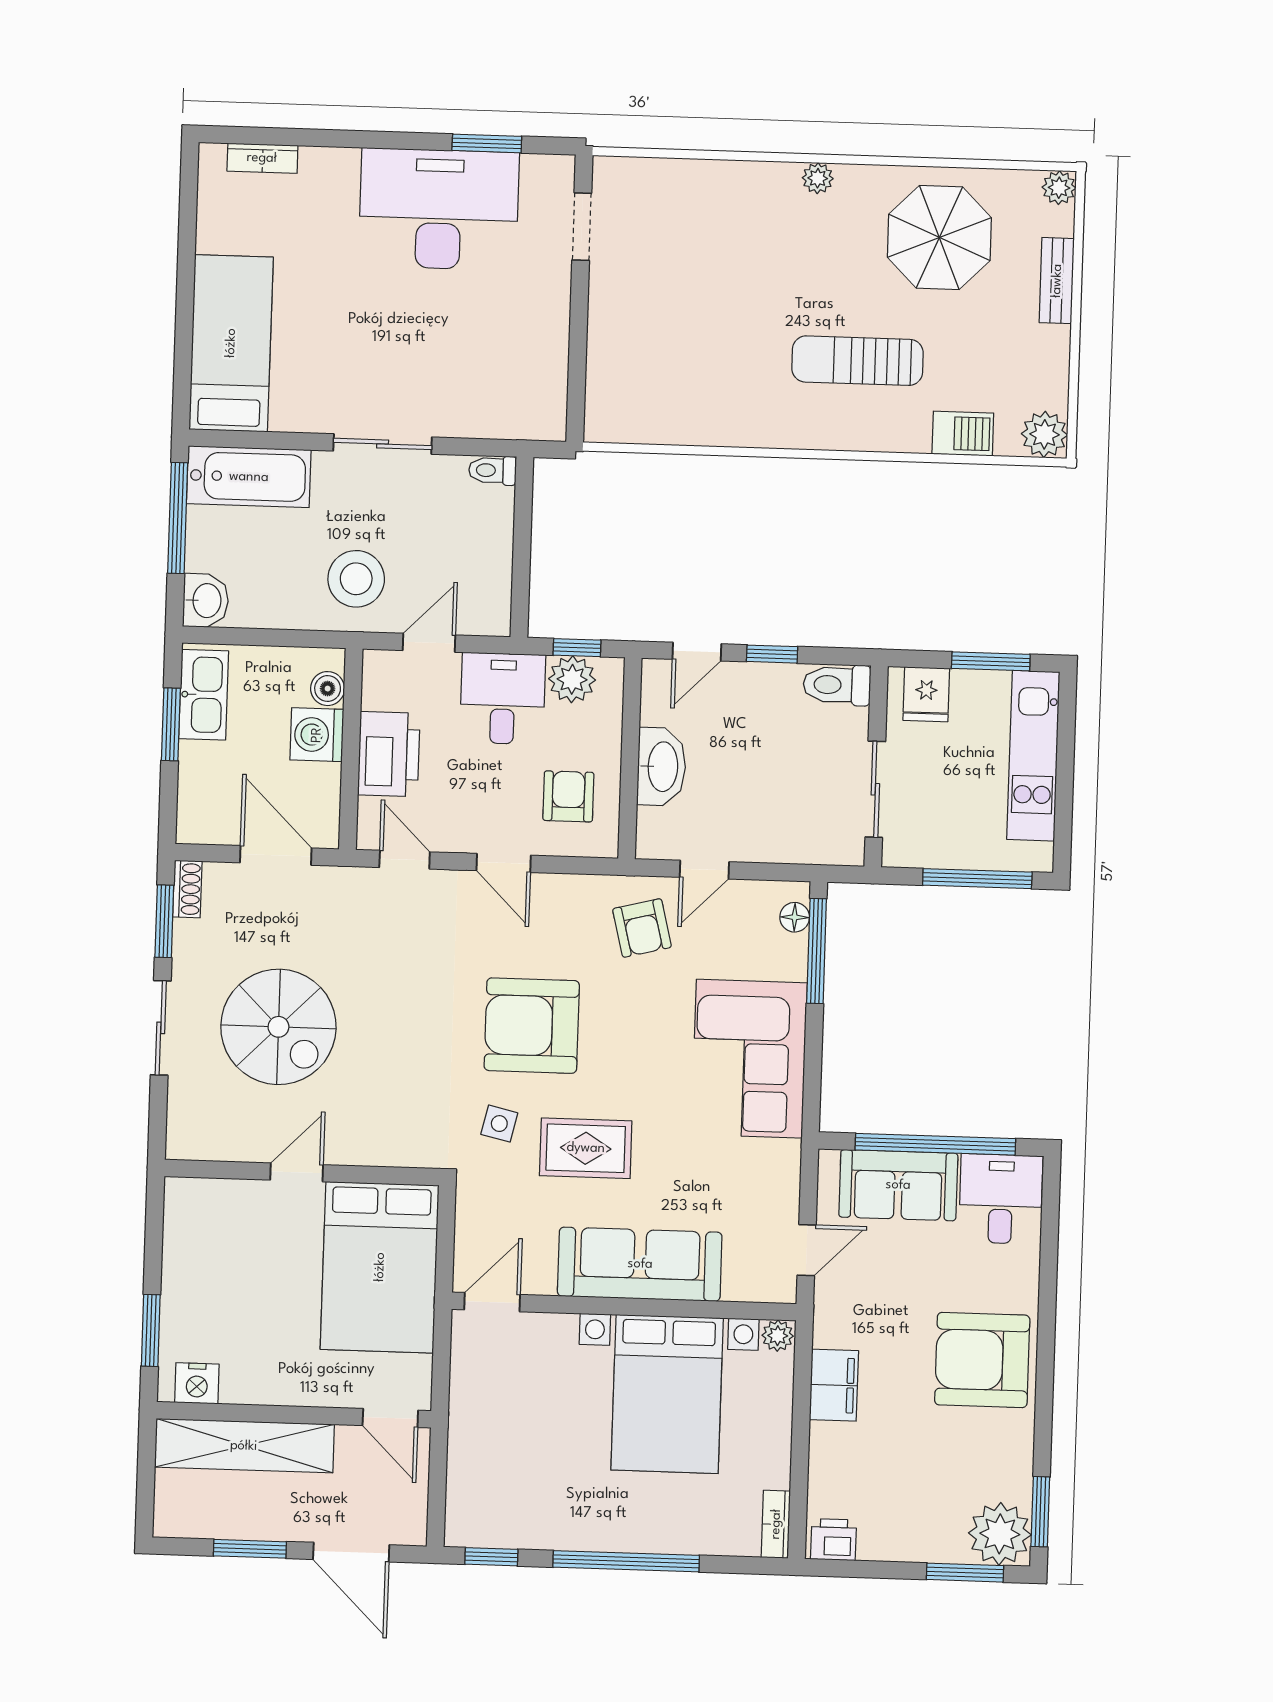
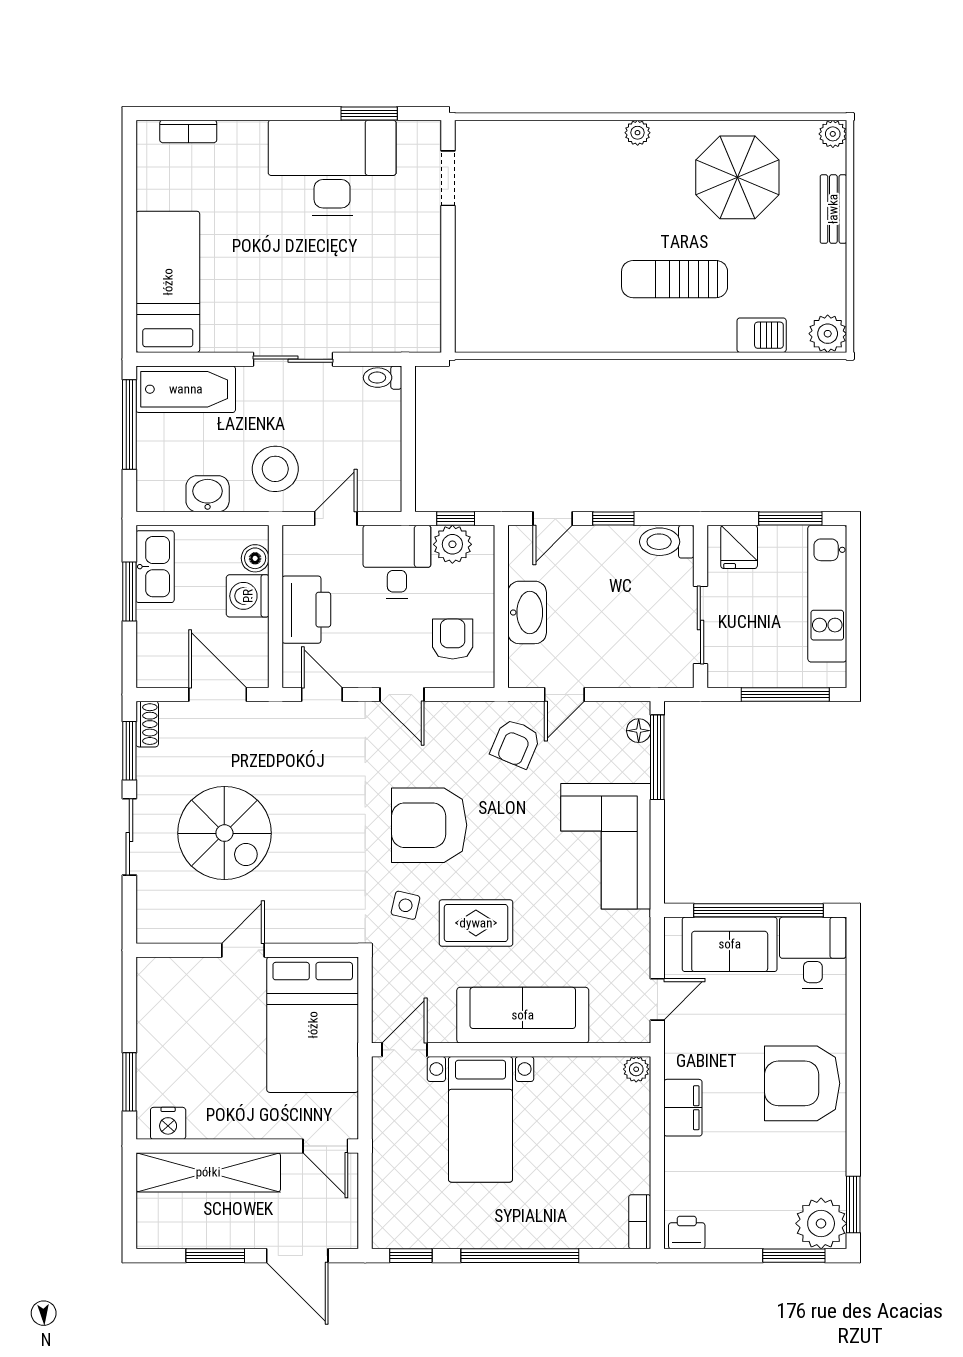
washbasin: (206, 601) -> (208, 494), moved, turned -90
armchair: (642, 928) -> (516, 743), turned 37
bed with nightstands: (667, 1394) -> (480, 1119), moved, width x0.73

